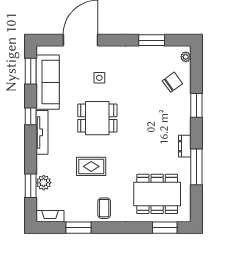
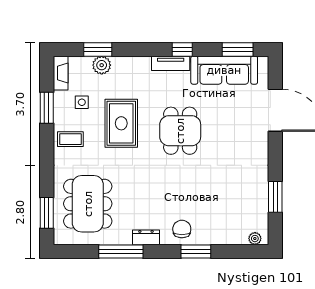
side table: (99, 78) -> (82, 102), moved
chair: (172, 82) -> (182, 229), moved, turned -144
tv unit: (42, 132) -> (171, 63), width x0.71
rug: (91, 166) -> (121, 123), width x1.36, depth x1.43

